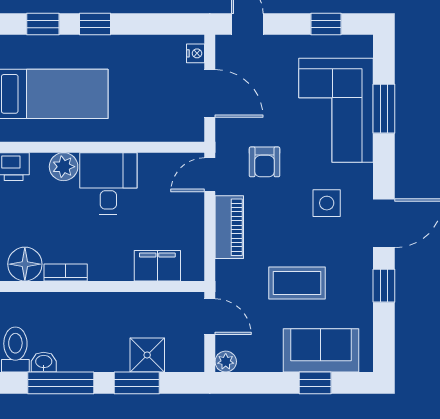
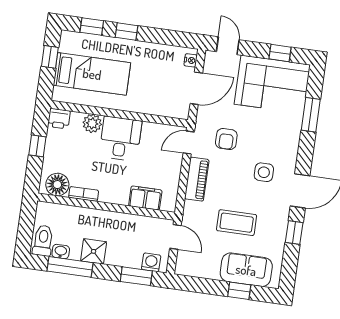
door: (210, 93) -> (196, 88), hinge flipped
corner sofa: (336, 110) -> (272, 84), moved, turned -90
shower: (147, 355) -> (94, 251), moved
washing machine: (179, 359) -> (151, 262), added
plant: (226, 362) -> (182, 268), removed
window: (137, 383) -> (136, 276), moved

